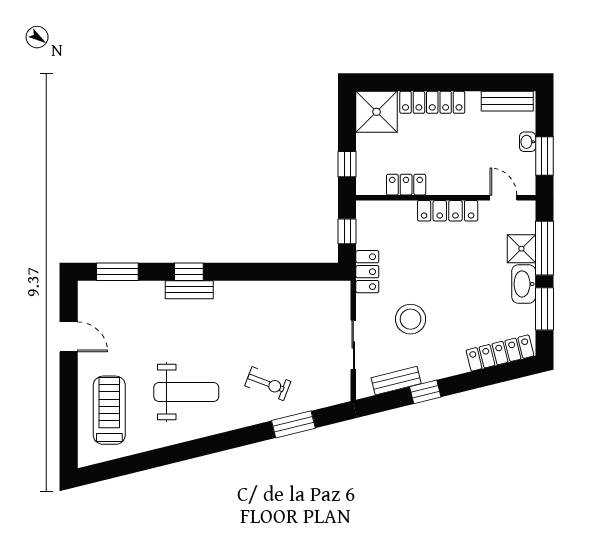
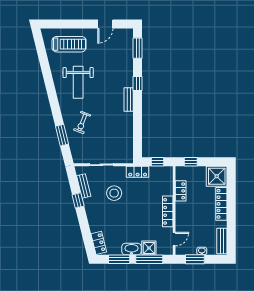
bench: (189, 290) -> (129, 100), moved
locker: (500, 353) -> (99, 243), width x0.66

